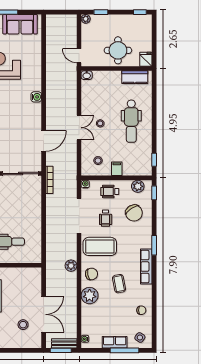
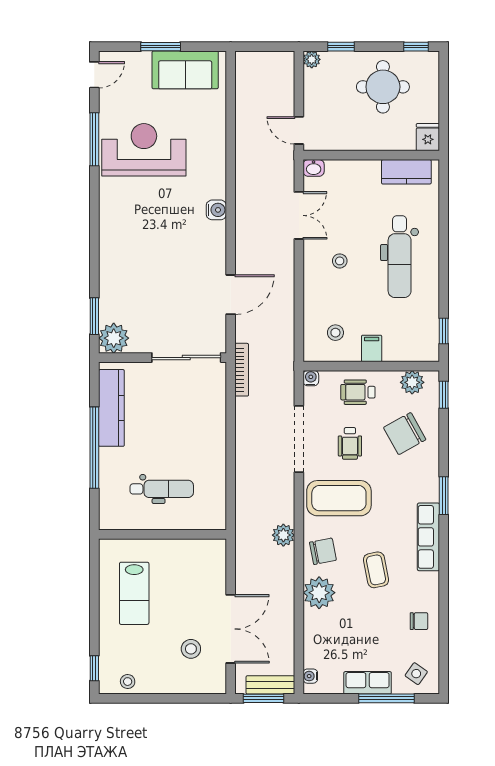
round table: (118, 50) -> (383, 87), moved
double door: (79, 128) -> (299, 215), moved
chair: (134, 213) -> (405, 434), turned 94

